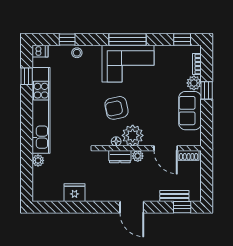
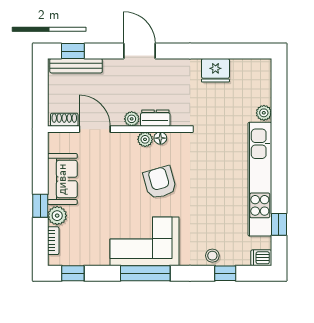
armchair: (117, 108) -> (160, 182), turned -94
plant: (133, 135) -> (145, 139), width x0.53, depth x0.53
bench: (174, 196) -> (76, 66), width x1.36

